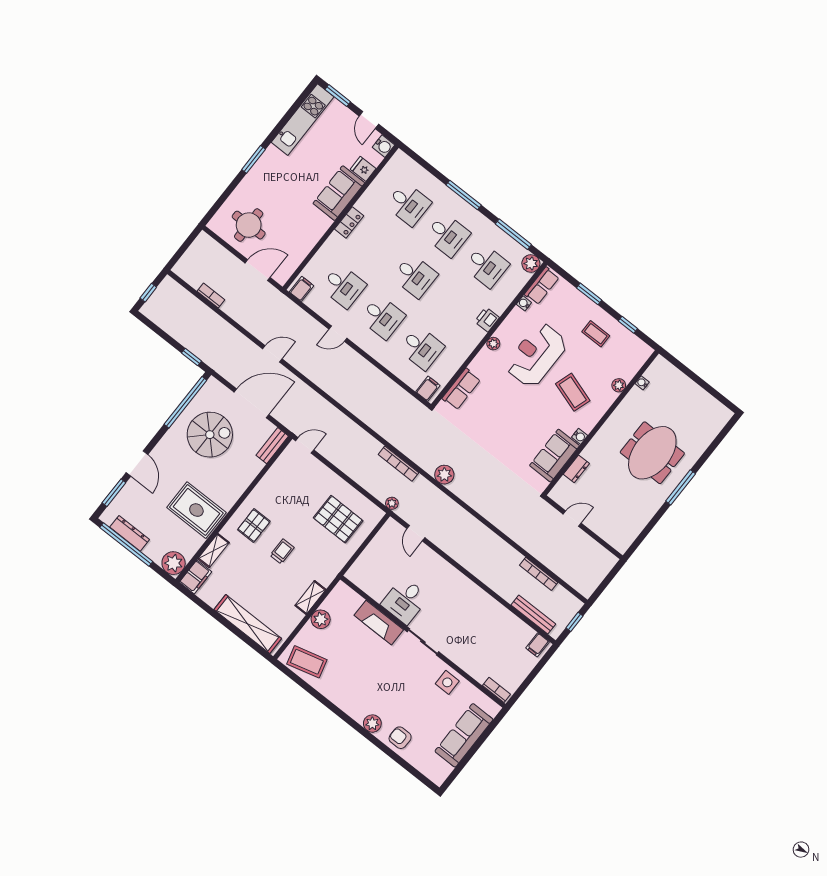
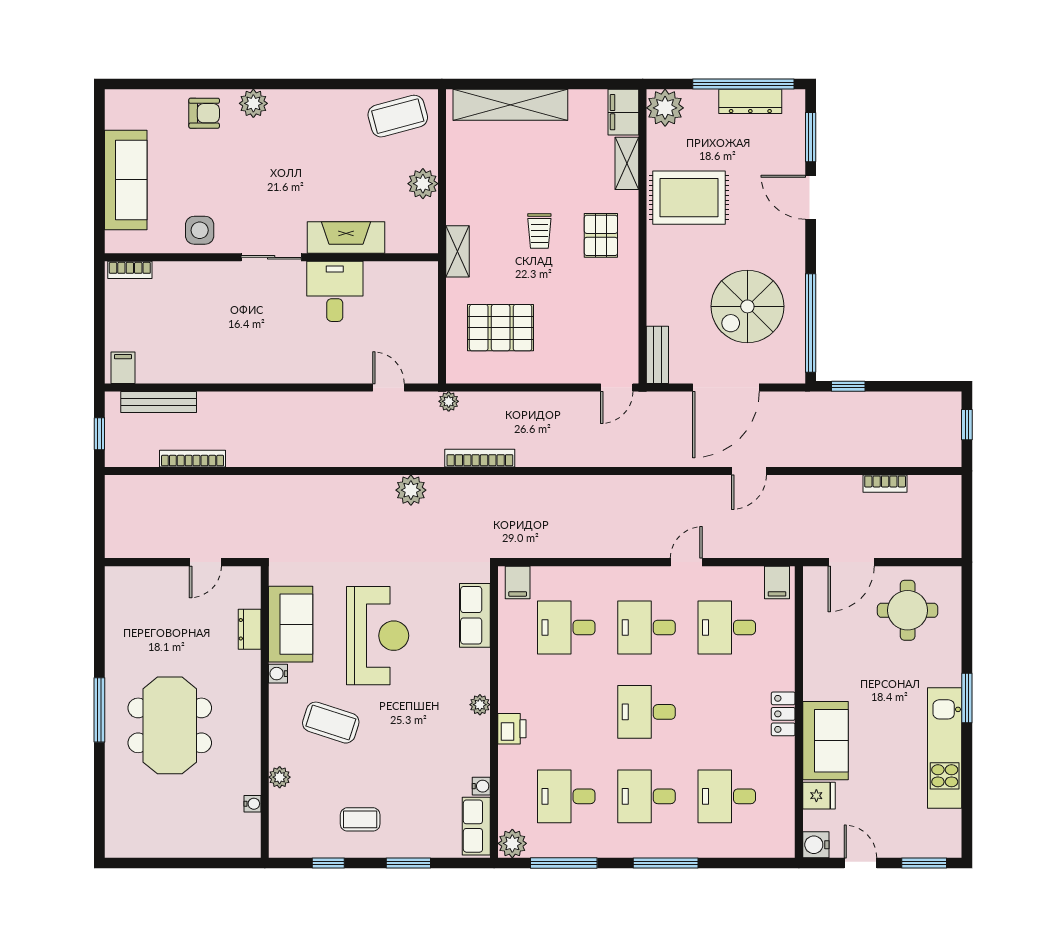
kitchen unit: (303, 120) -> (945, 748), moved
reception desk: (536, 355) -> (378, 636), moved
shelving: (310, 598) -> (457, 251), moved

